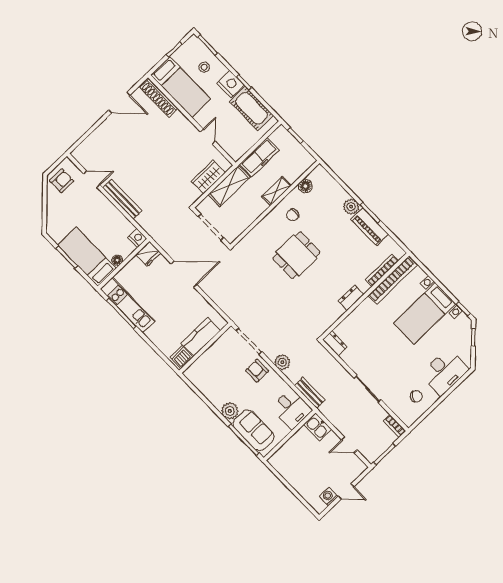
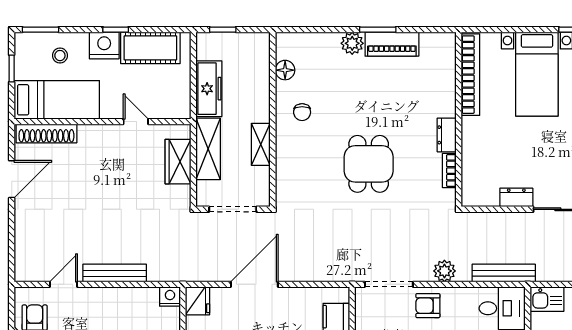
shelving: (276, 191) -> (261, 144), moved
dining table: (296, 255) -> (369, 164), moved
bookcase: (382, 270) -> (449, 171), moved, width x0.64
dresser: (335, 343) -> (516, 197), moved
bench: (310, 393) -> (504, 273), width x1.36

